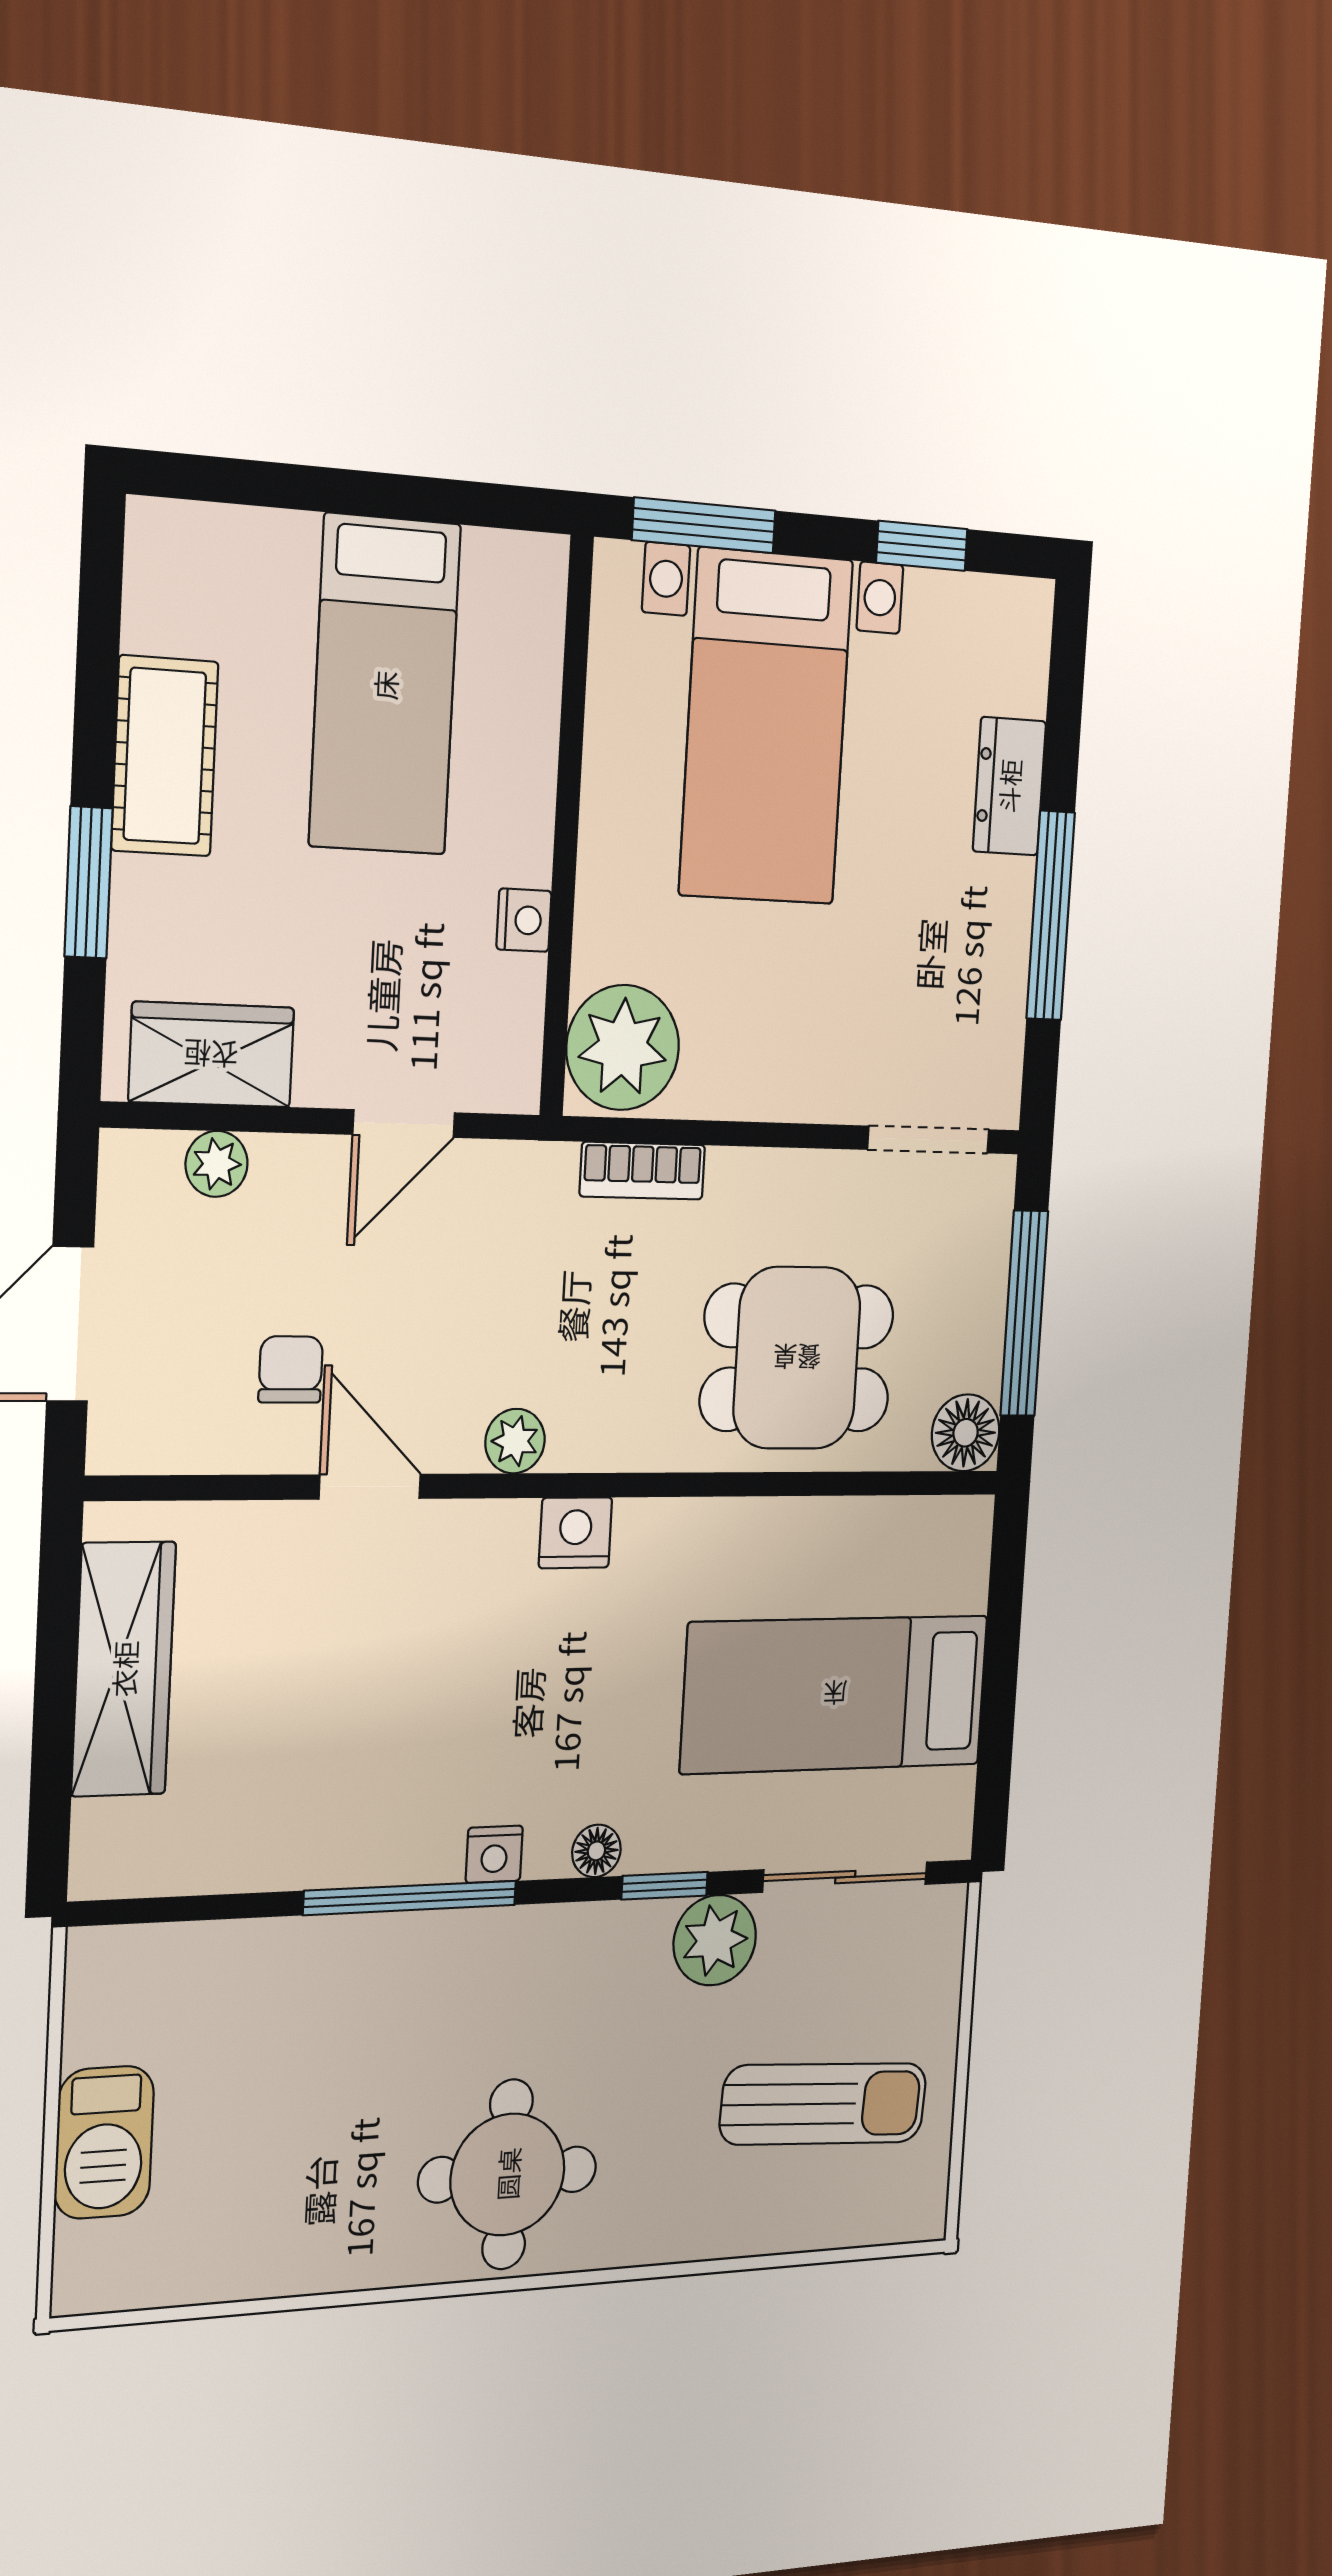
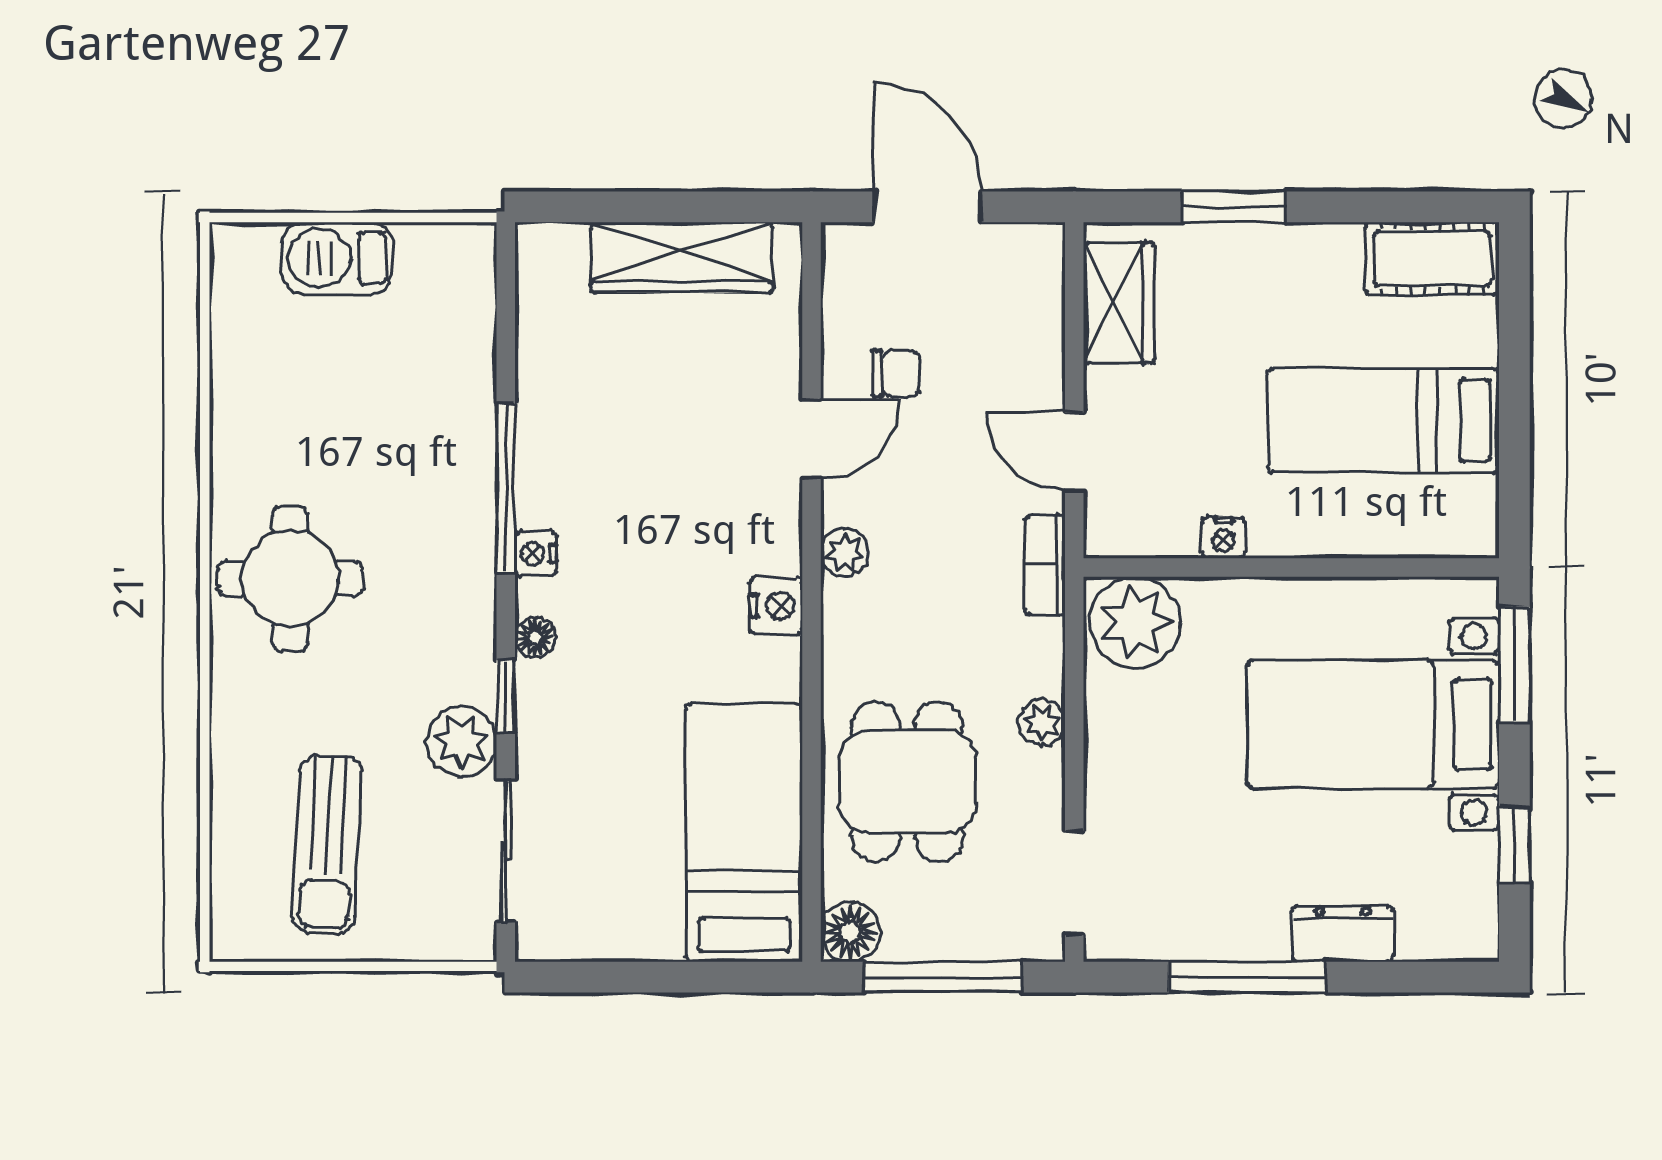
cot: (165, 756) -> (1432, 259), moved
plant: (217, 1164) -> (1042, 722), moved
bookcase: (642, 1171) -> (1045, 565), moved
bed: (835, 1694) -> (744, 832), moved

